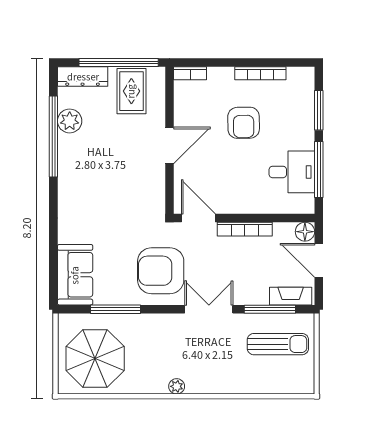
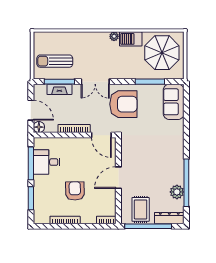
fireplace: (291, 296) -> (59, 89), moved
barbecue: (148, 382) -> (131, 39), added

